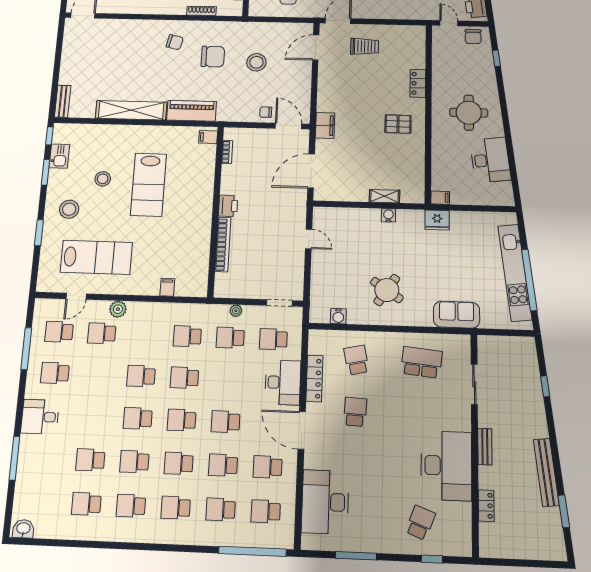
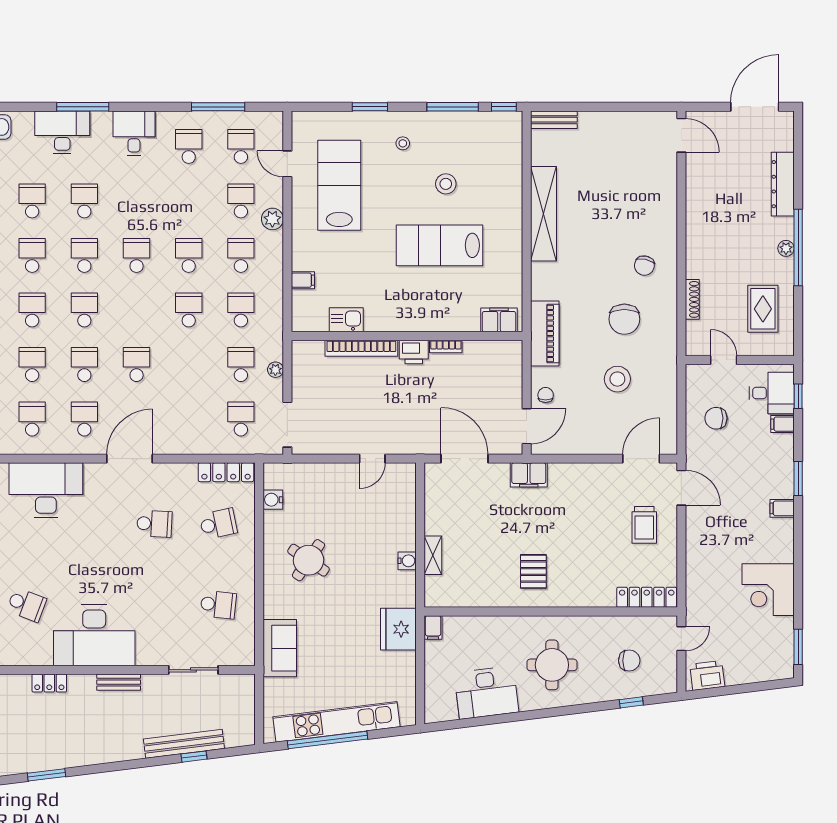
chair: (473, 37) -> (629, 661), moved, turned 180
door: (316, 47) -> (641, 459), hinge flipped
locker: (418, 83) -> (647, 597), moved, width x1.53
piano: (192, 111) -> (545, 334), moved
filing cabinet: (208, 137) -> (499, 320), width x2.00
bookcase: (227, 152) -> (446, 346), moved
kitchen sink: (59, 156) -> (346, 320), moved, turned 180
window: (45, 172) -> (453, 107), width x1.44
stool: (69, 209) -> (403, 143), width x0.53, depth x0.53
fridge: (437, 220) -> (398, 629), width x1.36, depth x1.34
lab bench: (96, 257) -> (339, 185), turned 180
doorway: (279, 303) -> (287, 425), width x1.38
school desk: (422, 362) -> (218, 605), width x0.54
locker: (314, 379) -> (226, 472), moved
desk: (283, 382) -> (62, 132), moved, turned 180
school desk: (182, 420) -> (241, 255), moved
bench: (546, 472) -> (184, 744), moved

